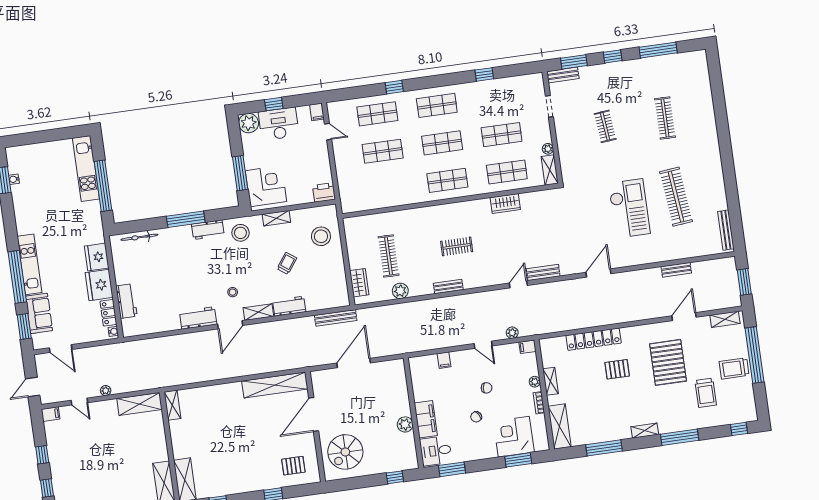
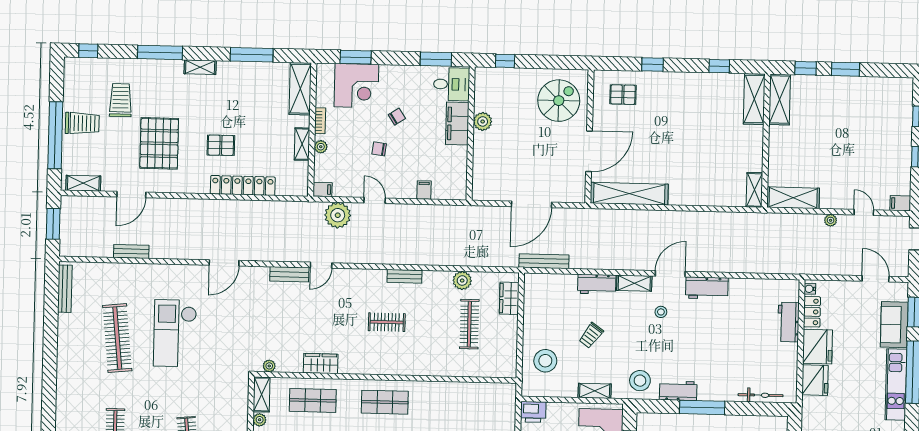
plant: (547, 194) -> (269, 366), added
plant: (512, 333) -> (338, 215), width x1.88, depth x1.88

